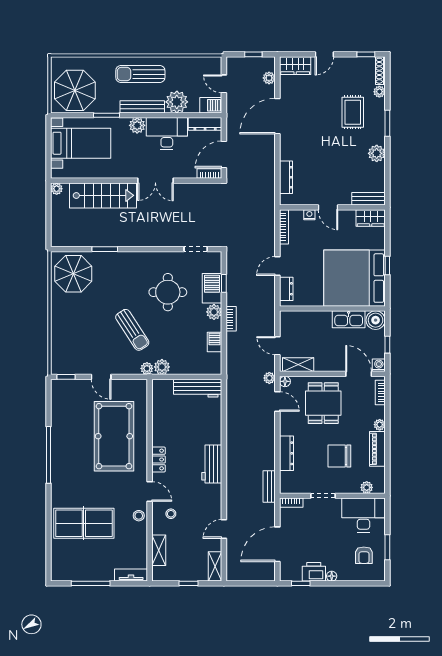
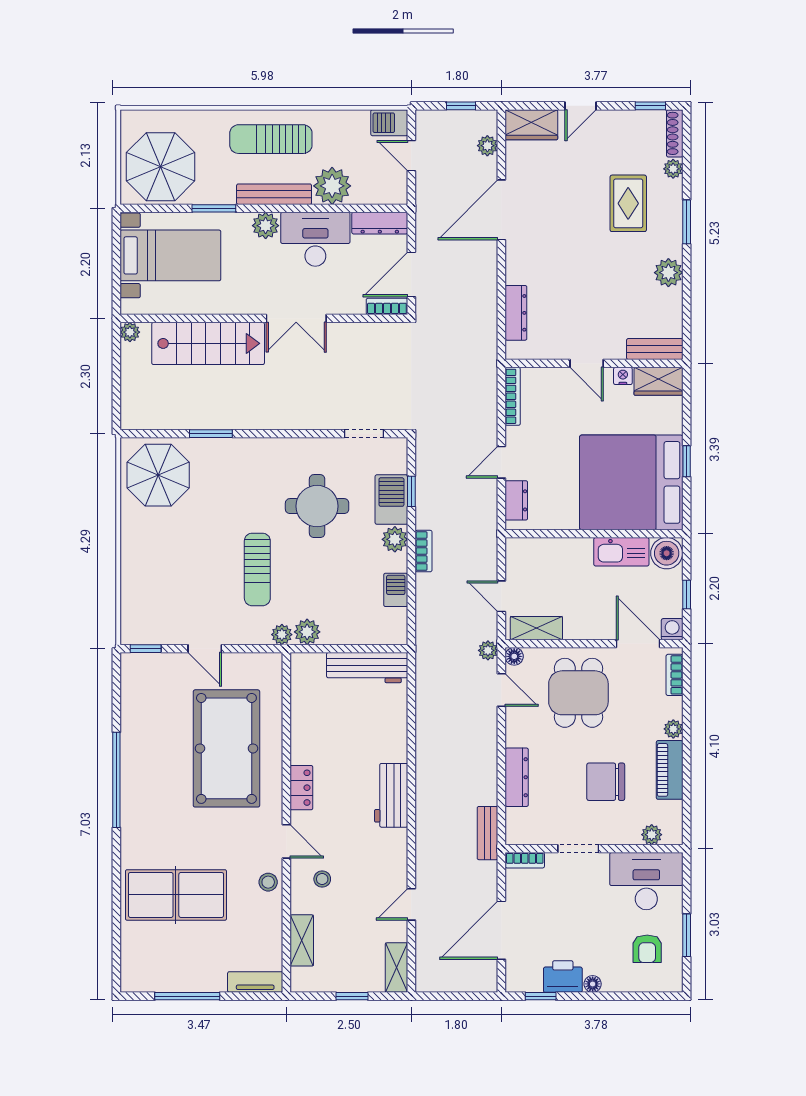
barbecue: (211, 105) -> (389, 123), moved, turned 180
nightstand: (309, 215) -> (623, 376), moved
sun lounger: (132, 330) -> (257, 569), turned 33

